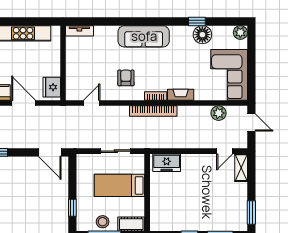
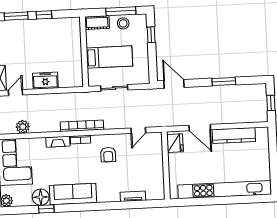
tv unit: (79, 31) -> (133, 196), moved
sofa: (144, 36) -> (73, 194), moved
freezer: (167, 163) -> (45, 81), moved

